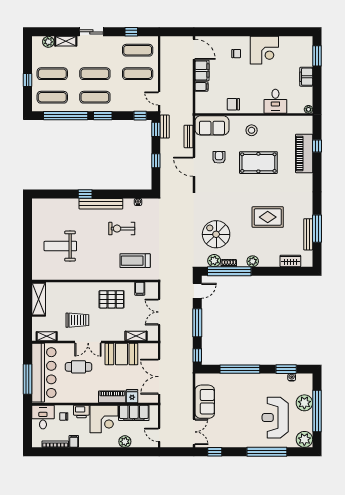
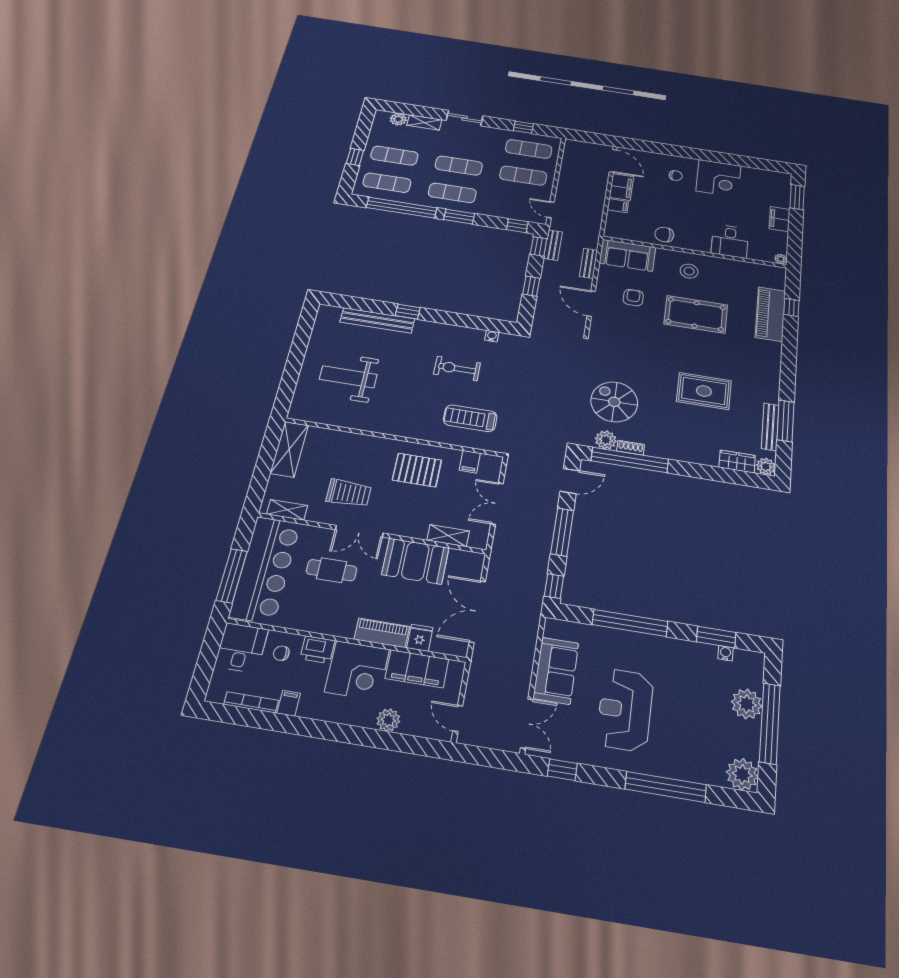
bench: (101, 204) -> (377, 320), moved
plant: (253, 261) -> (766, 466), moved
reception desk: (275, 418) -> (625, 710), moved

